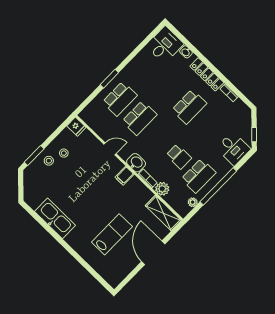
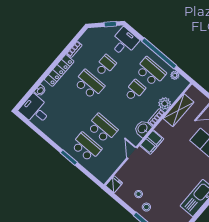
school desk: (209, 126) -> (105, 65), added
filing cabinet: (124, 176) -> (152, 142), width x2.00
shelving: (163, 213) -> (178, 110), moved

